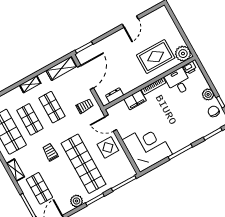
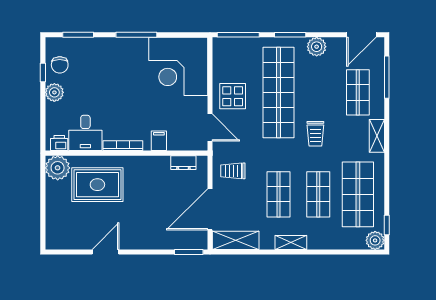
filing cabinet: (135, 100) -> (159, 141), width x0.50

